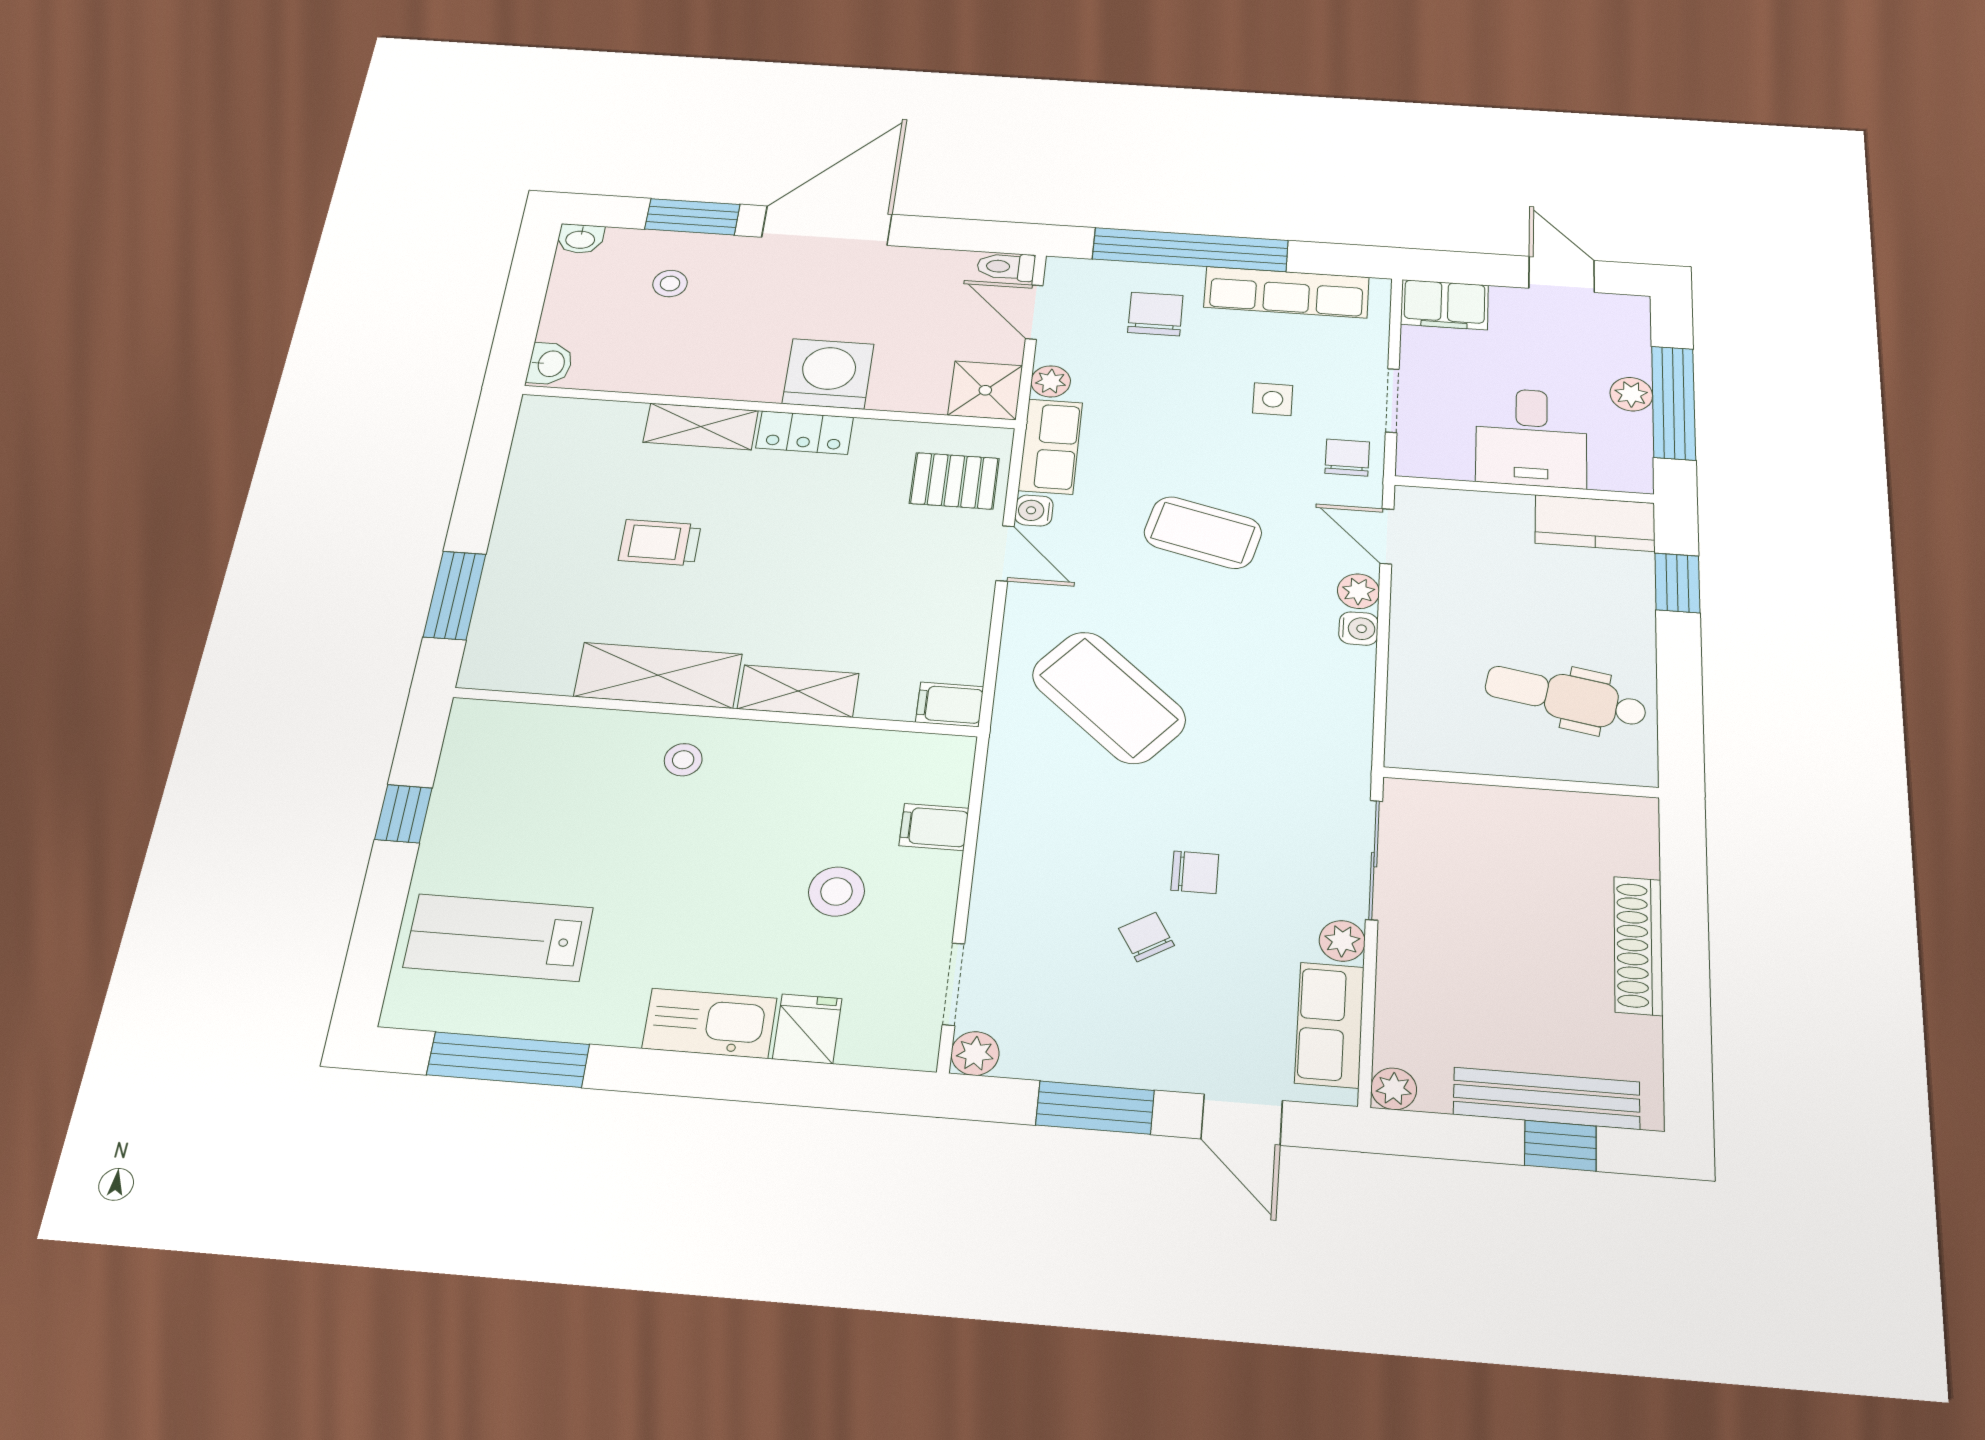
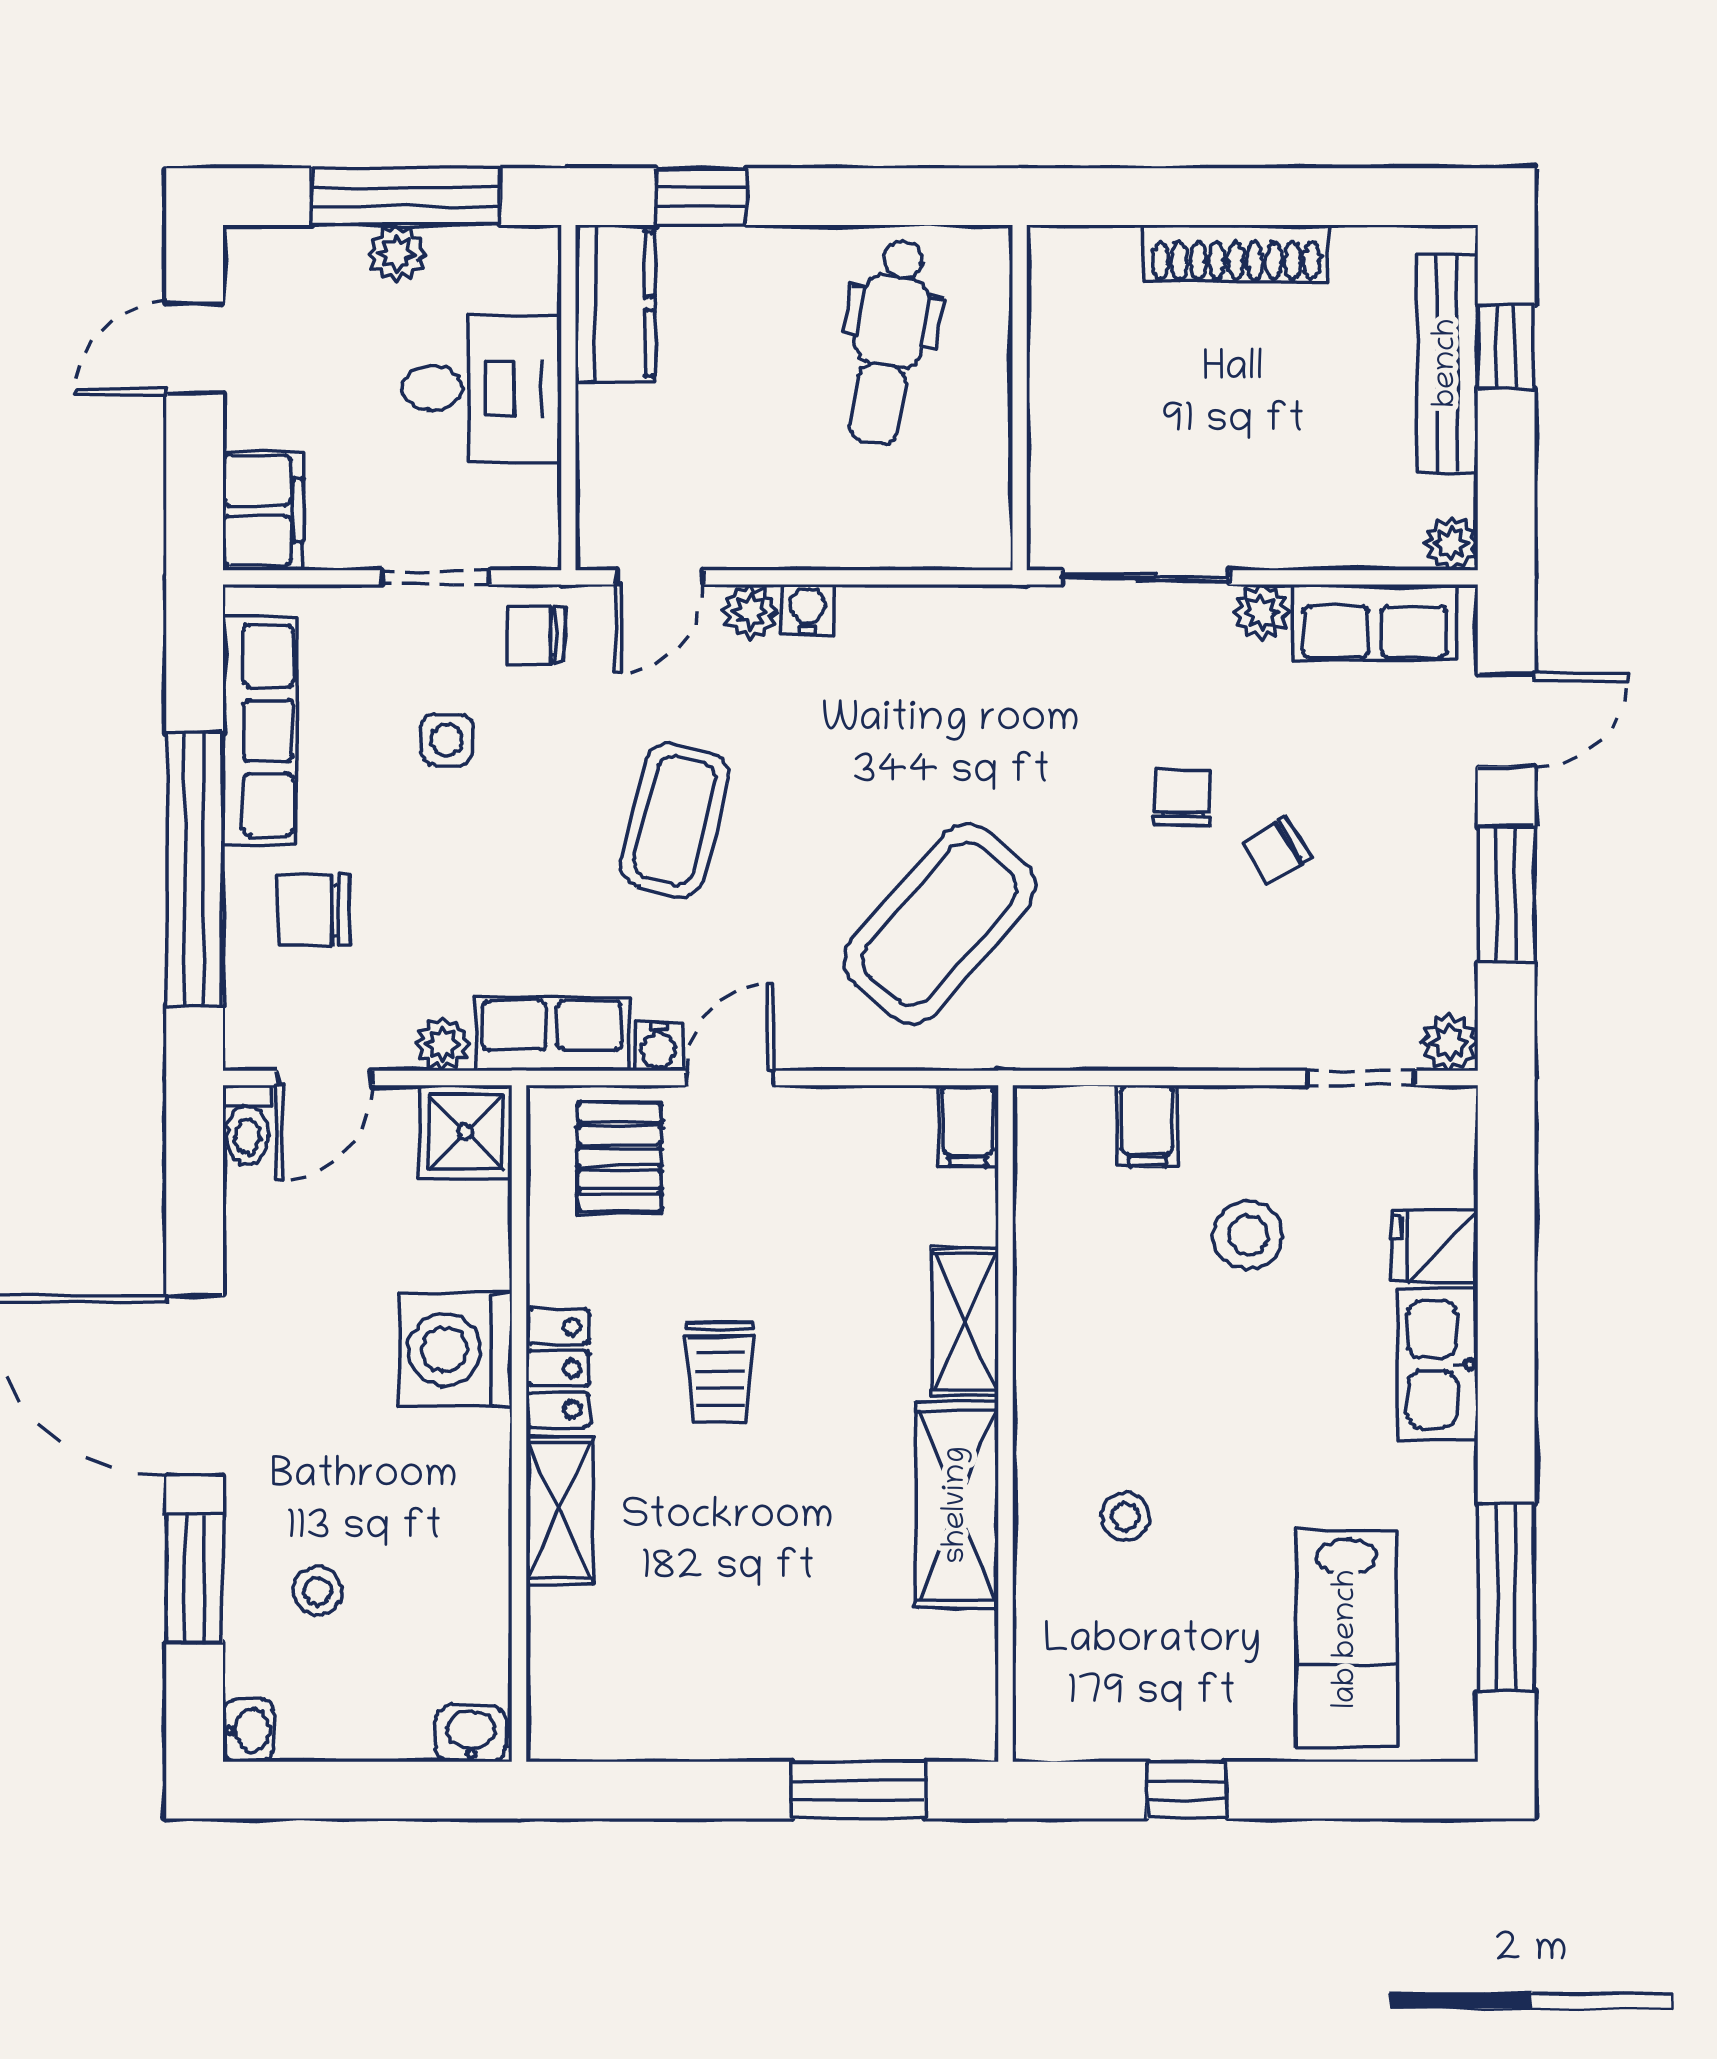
trolley: (660, 543) -> (720, 1372), moved
stool: (683, 760) -> (1125, 1516), moved

